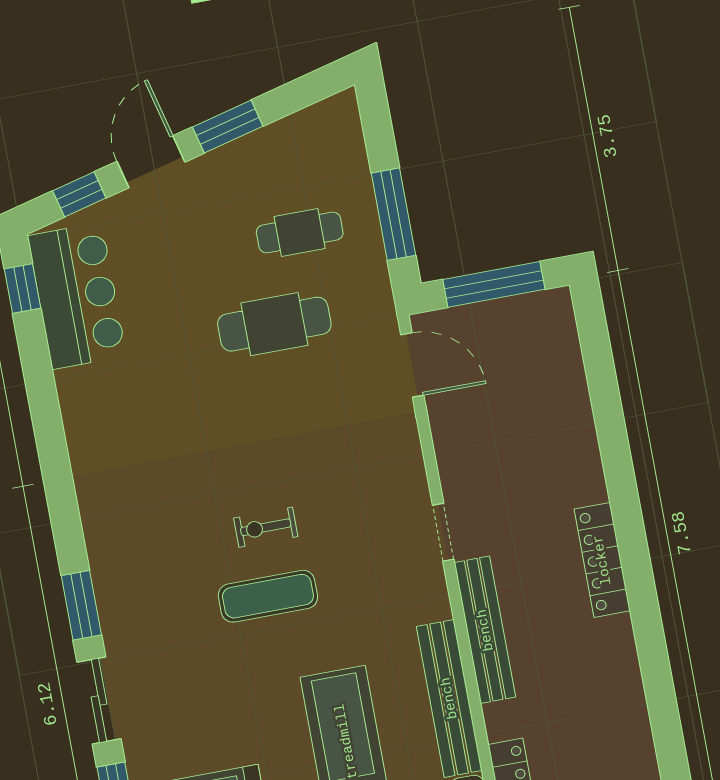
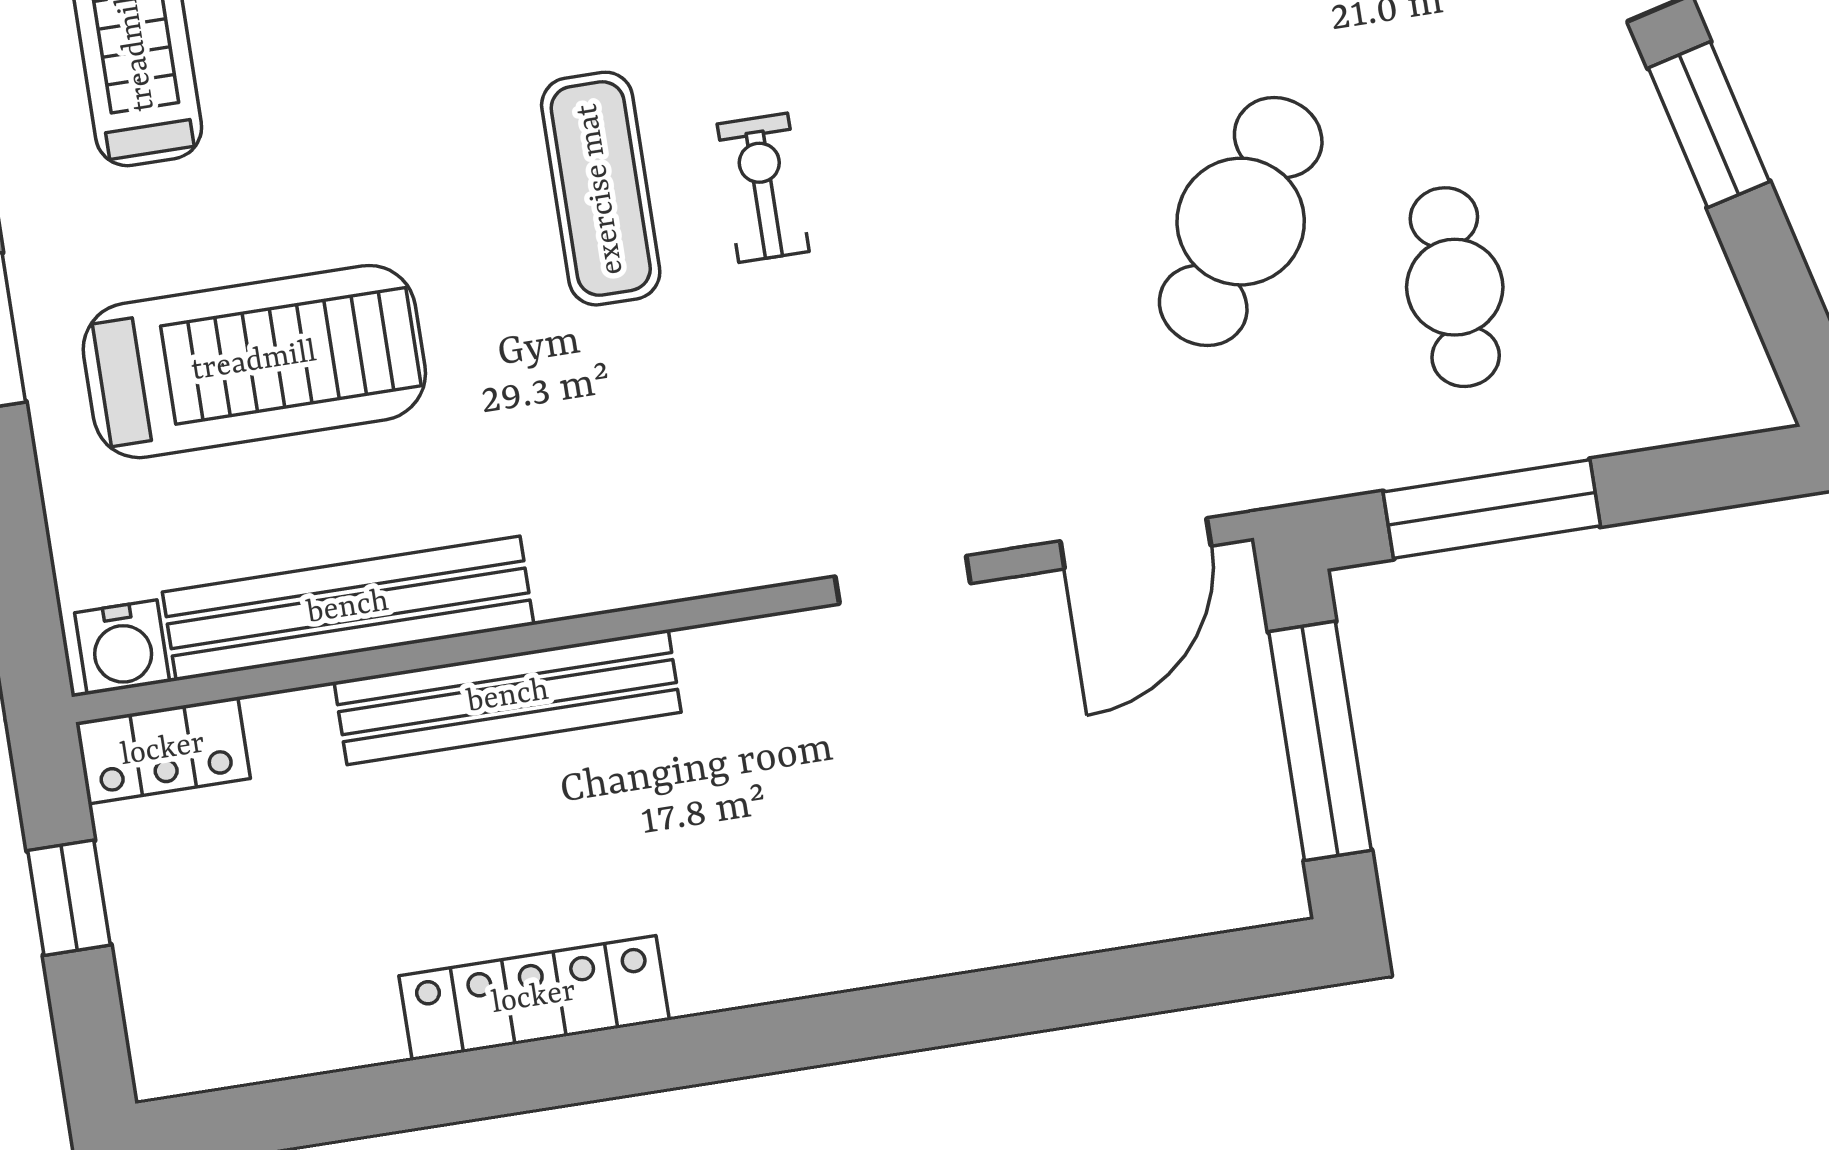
cafe table: (274, 324) -> (1241, 222), turned 33
doorway: (443, 532) -> (903, 580), moved
locker: (602, 560) -> (534, 998), moved

